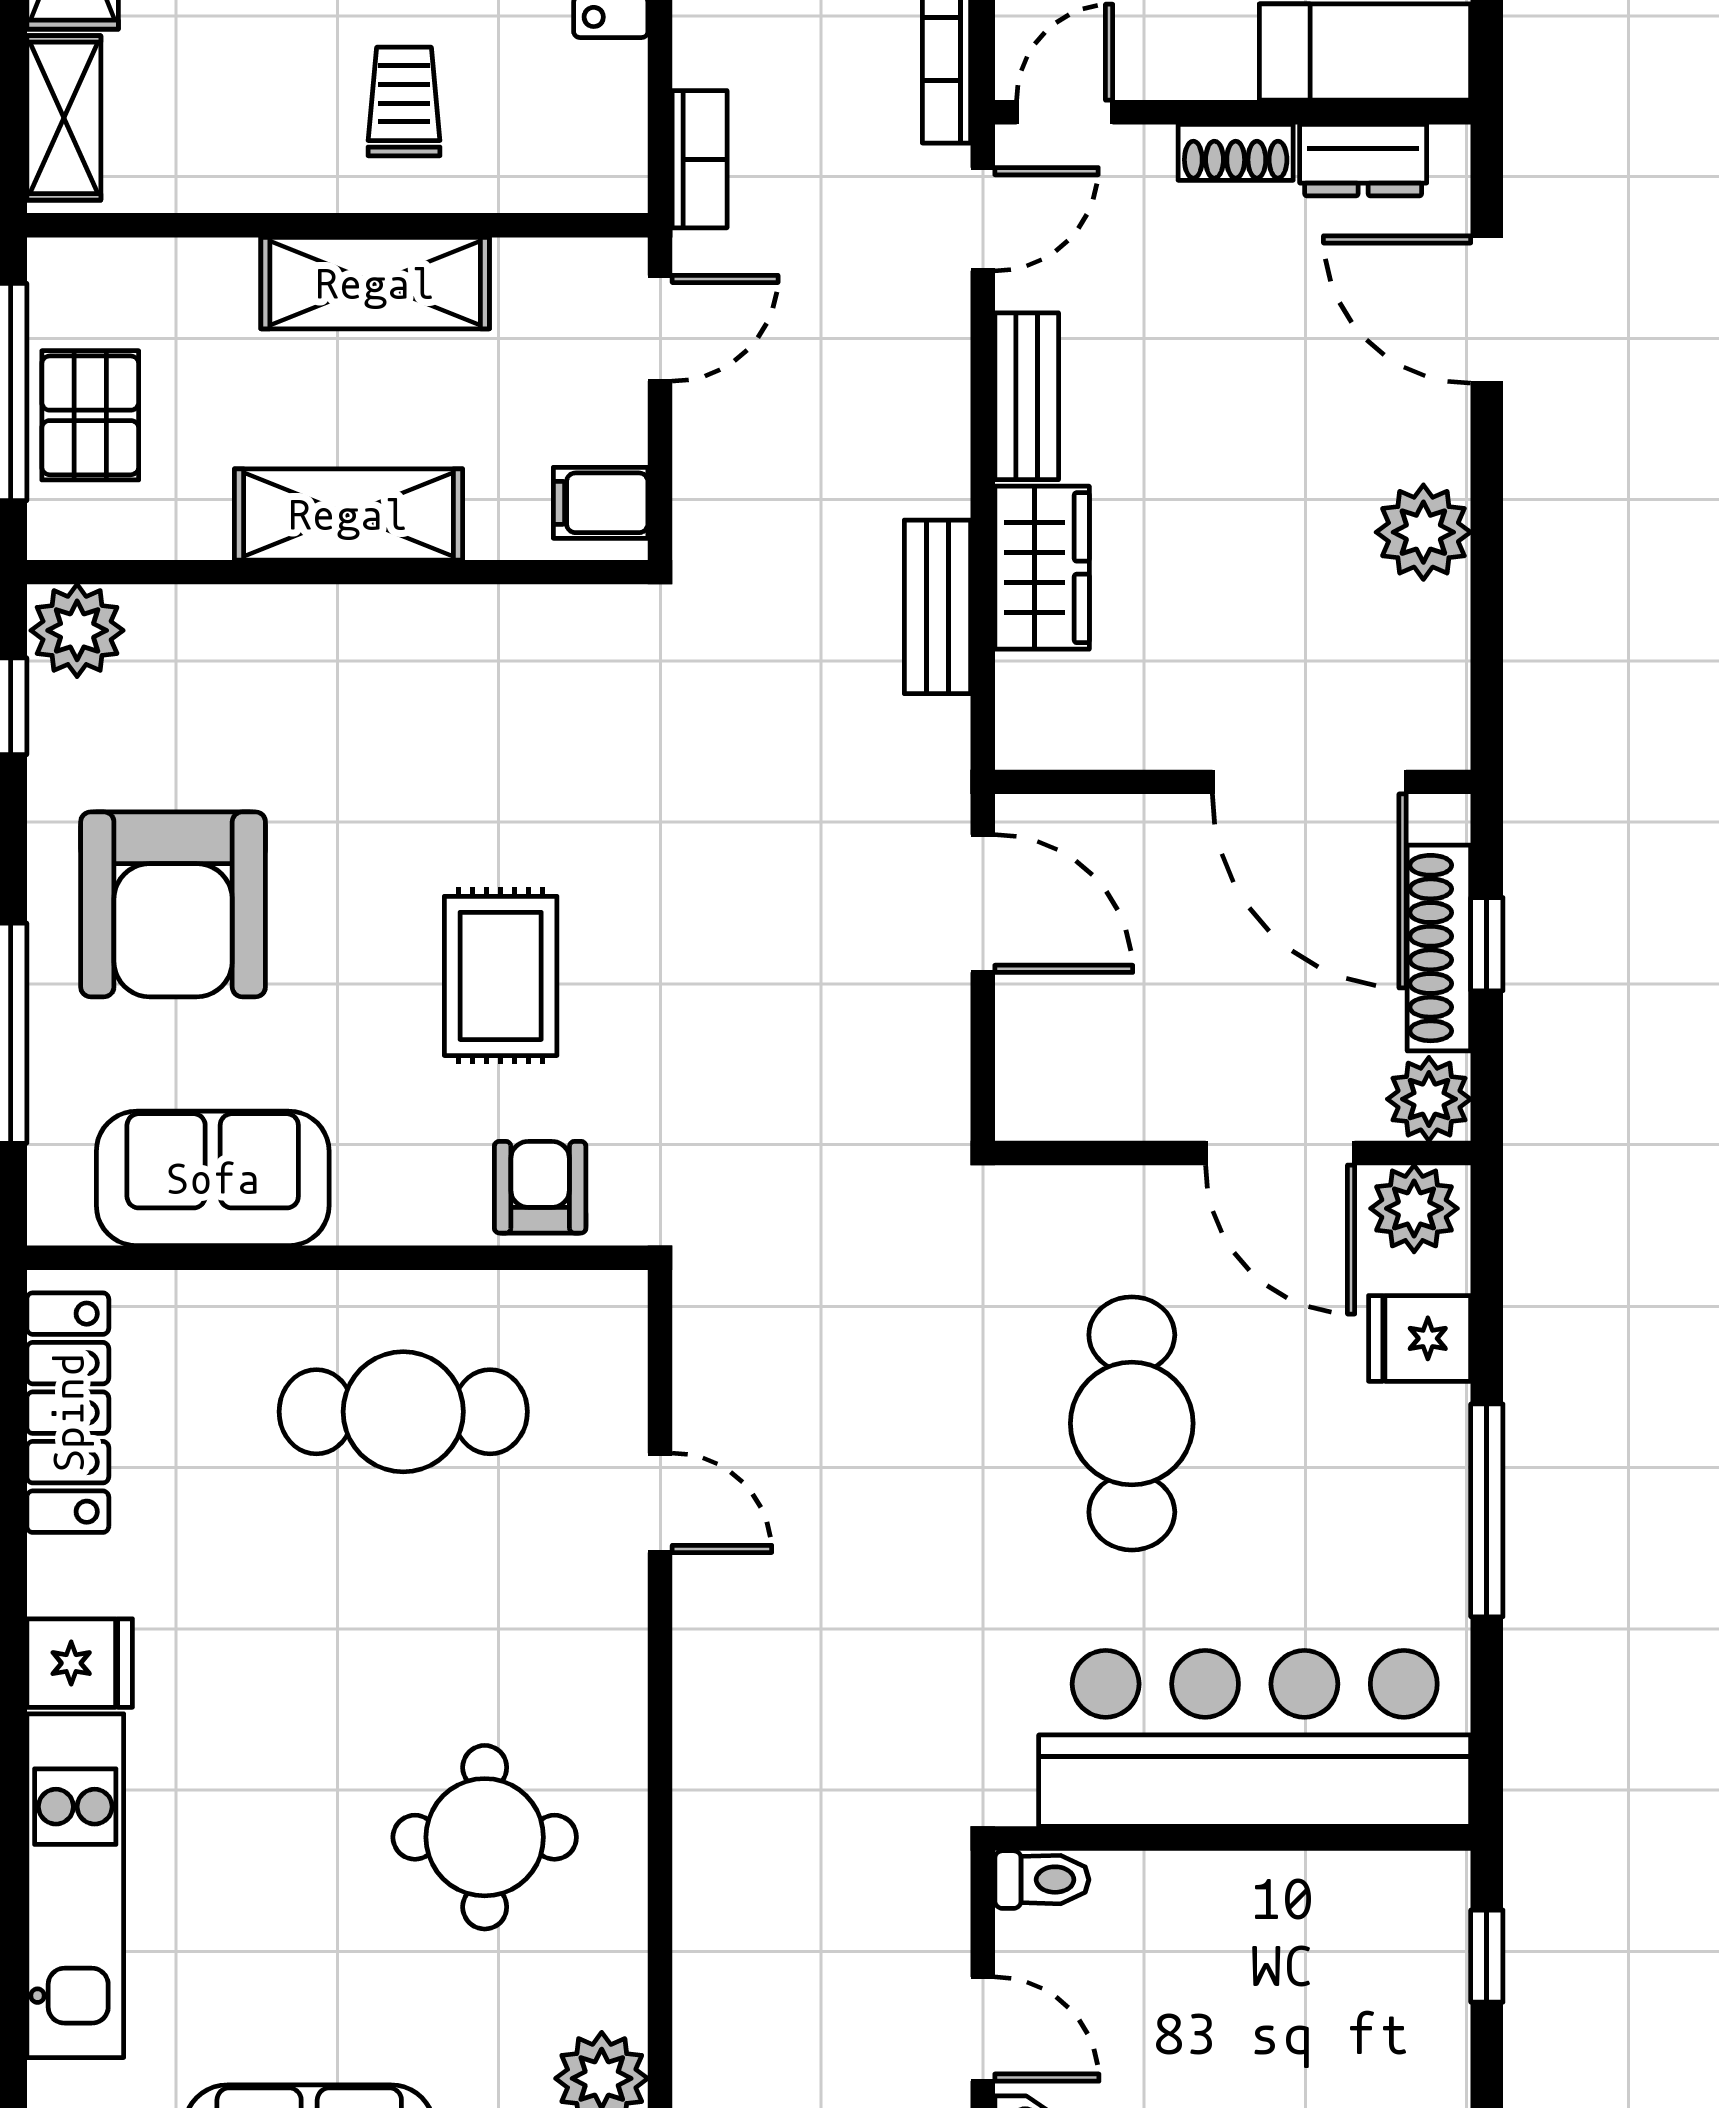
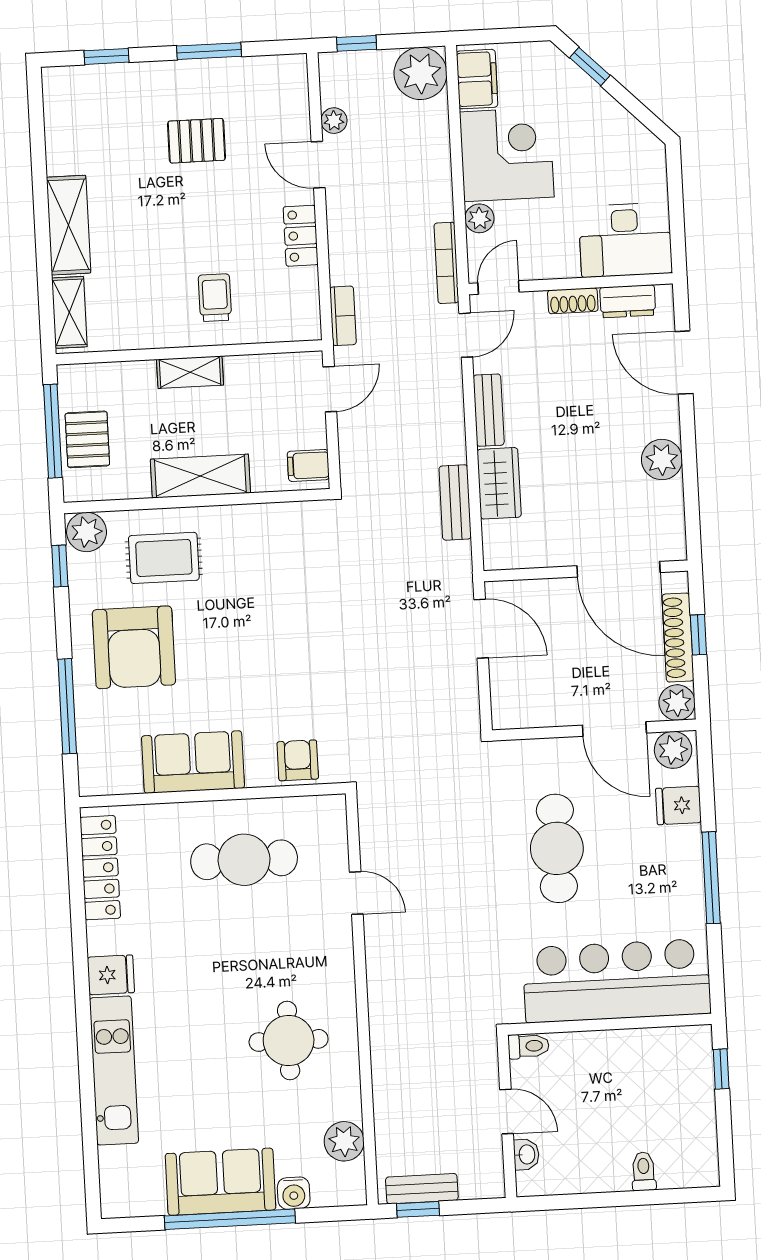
shelving: (375, 283) -> (190, 372), width x0.67, depth x0.75
rug: (501, 976) -> (164, 558), moved, turned 90
sofa: (213, 1178) -> (193, 762), moved

